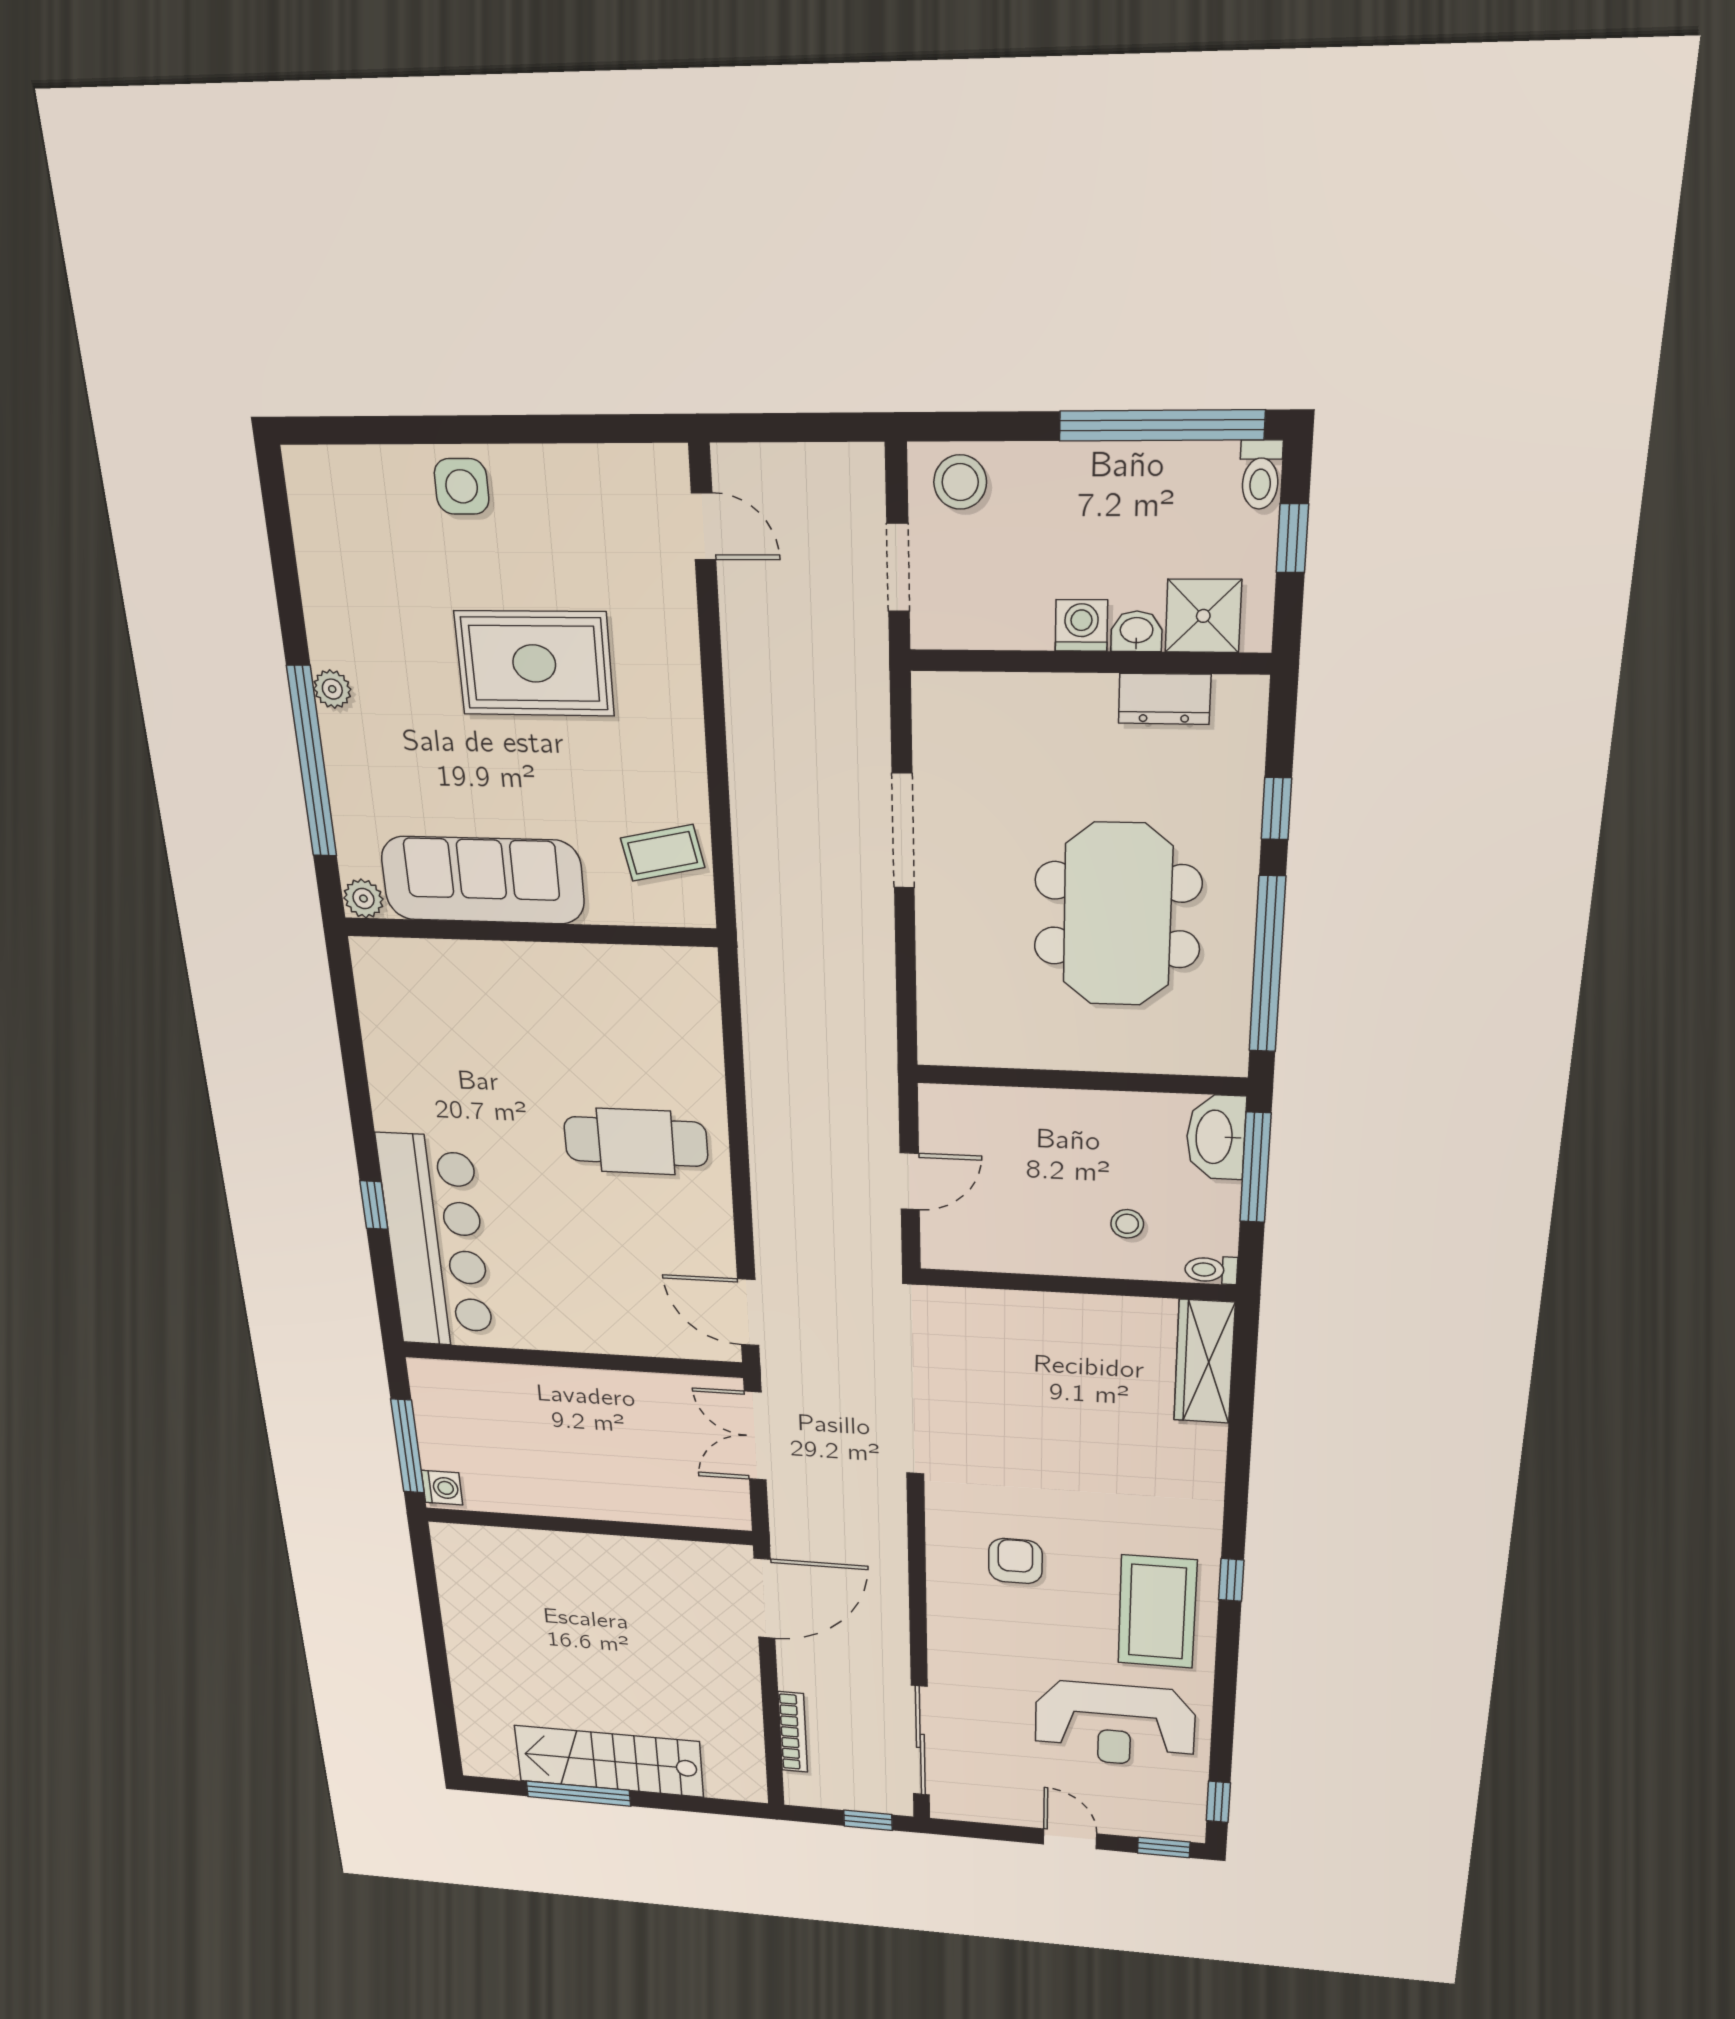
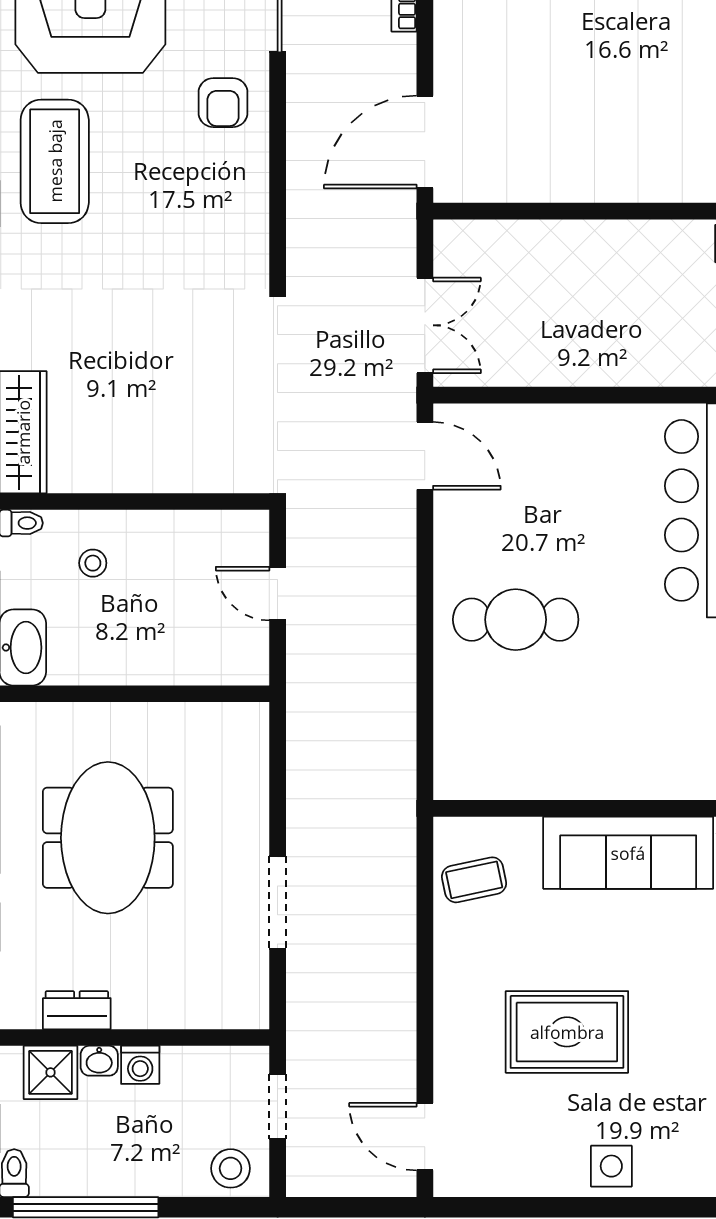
door: (704, 526) -> (425, 1137), width x1.38
door: (910, 1181) -> (278, 594), hinge flipped
armchair: (1015, 1561) -> (223, 103), moved

